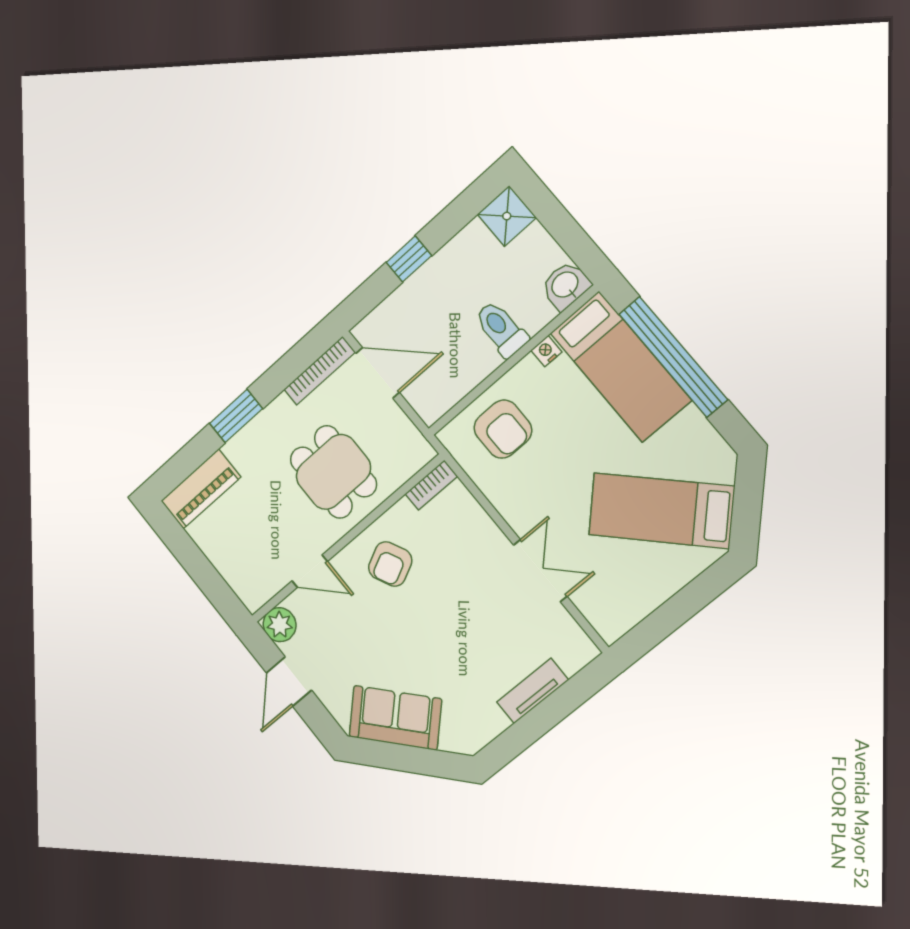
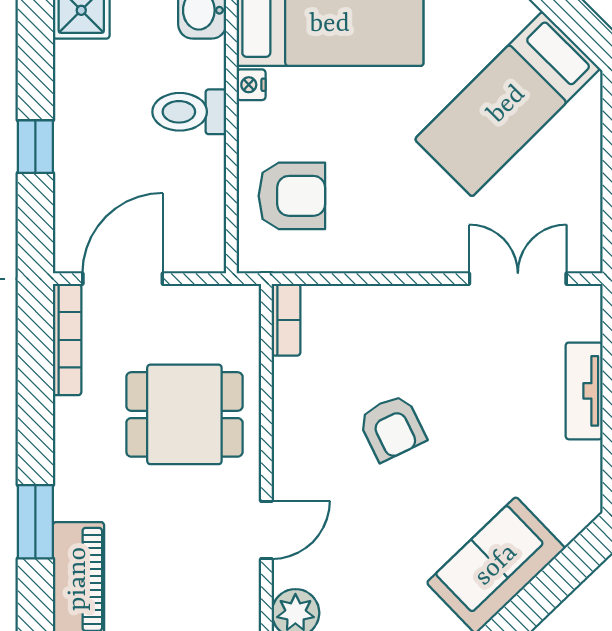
window: (236, 416) -> (35, 522), moved
armchair: (390, 564) -> (392, 428), moved
double door: (540, 571) -> (518, 279), moved

